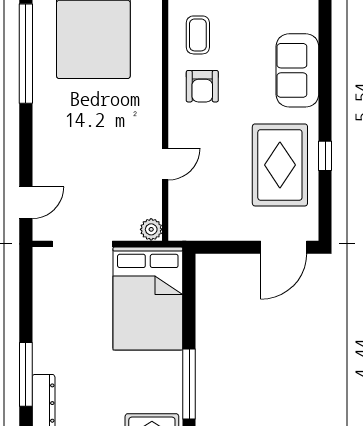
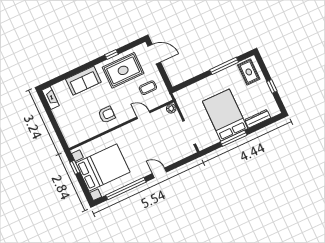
coffee table: (198, 35) -> (148, 88), moved
door: (26, 203) -> (159, 173), moved
bed: (148, 299) -> (225, 115), moved, turned -90
window: (26, 374) -> (234, 138), moved

